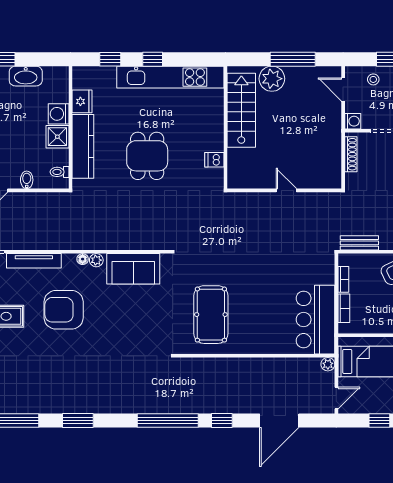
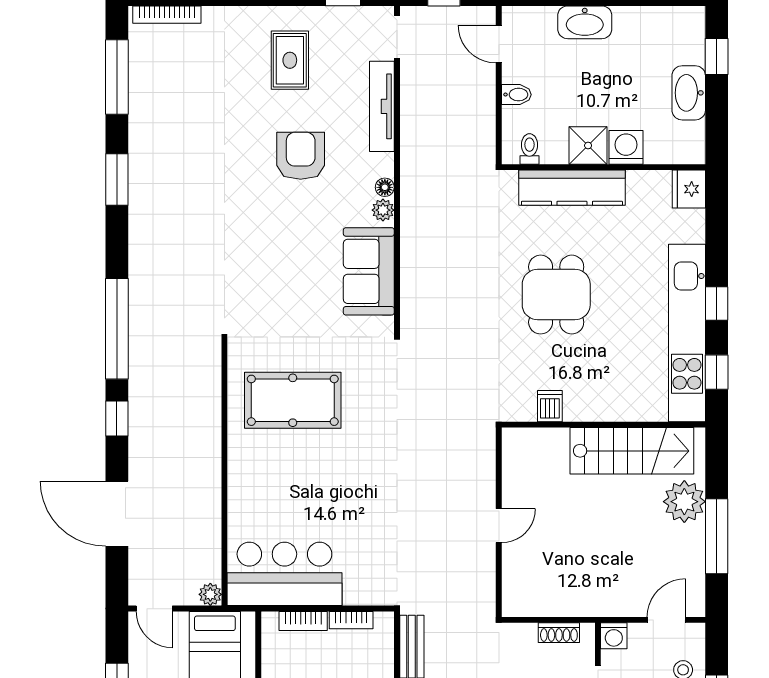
window: (110, 59) -> (717, 372), moved
fridge: (82, 101) -> (689, 189), moved, turned 90
shoe rack: (351, 154) -> (559, 633), width x0.70
dining table: (147, 156) -> (556, 295), turned 90
armchair: (64, 310) -> (301, 156), width x0.73, depth x0.73

